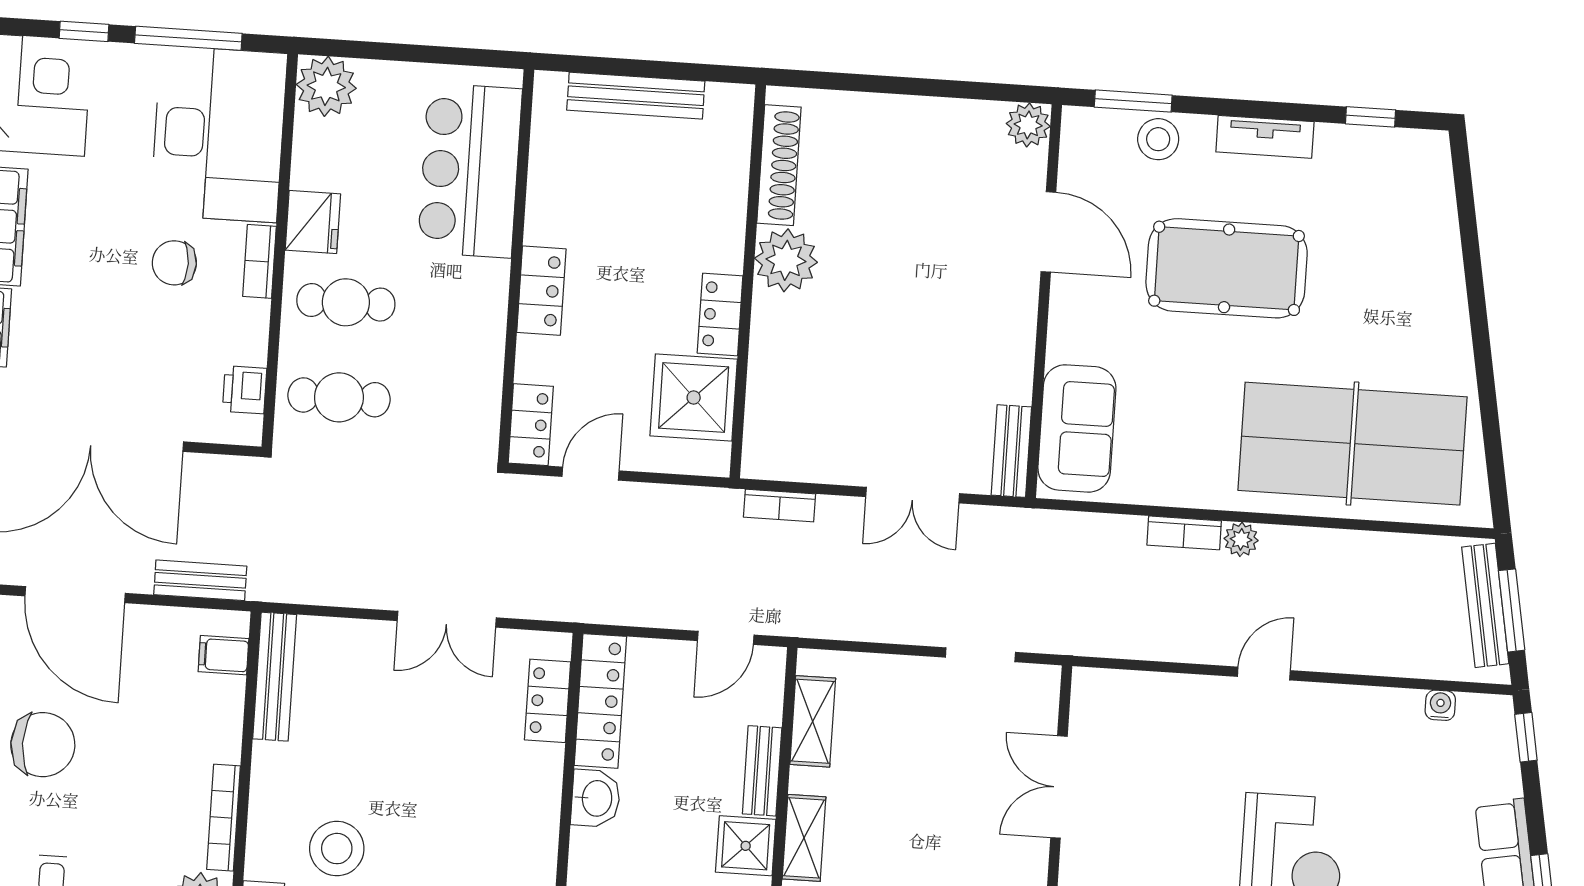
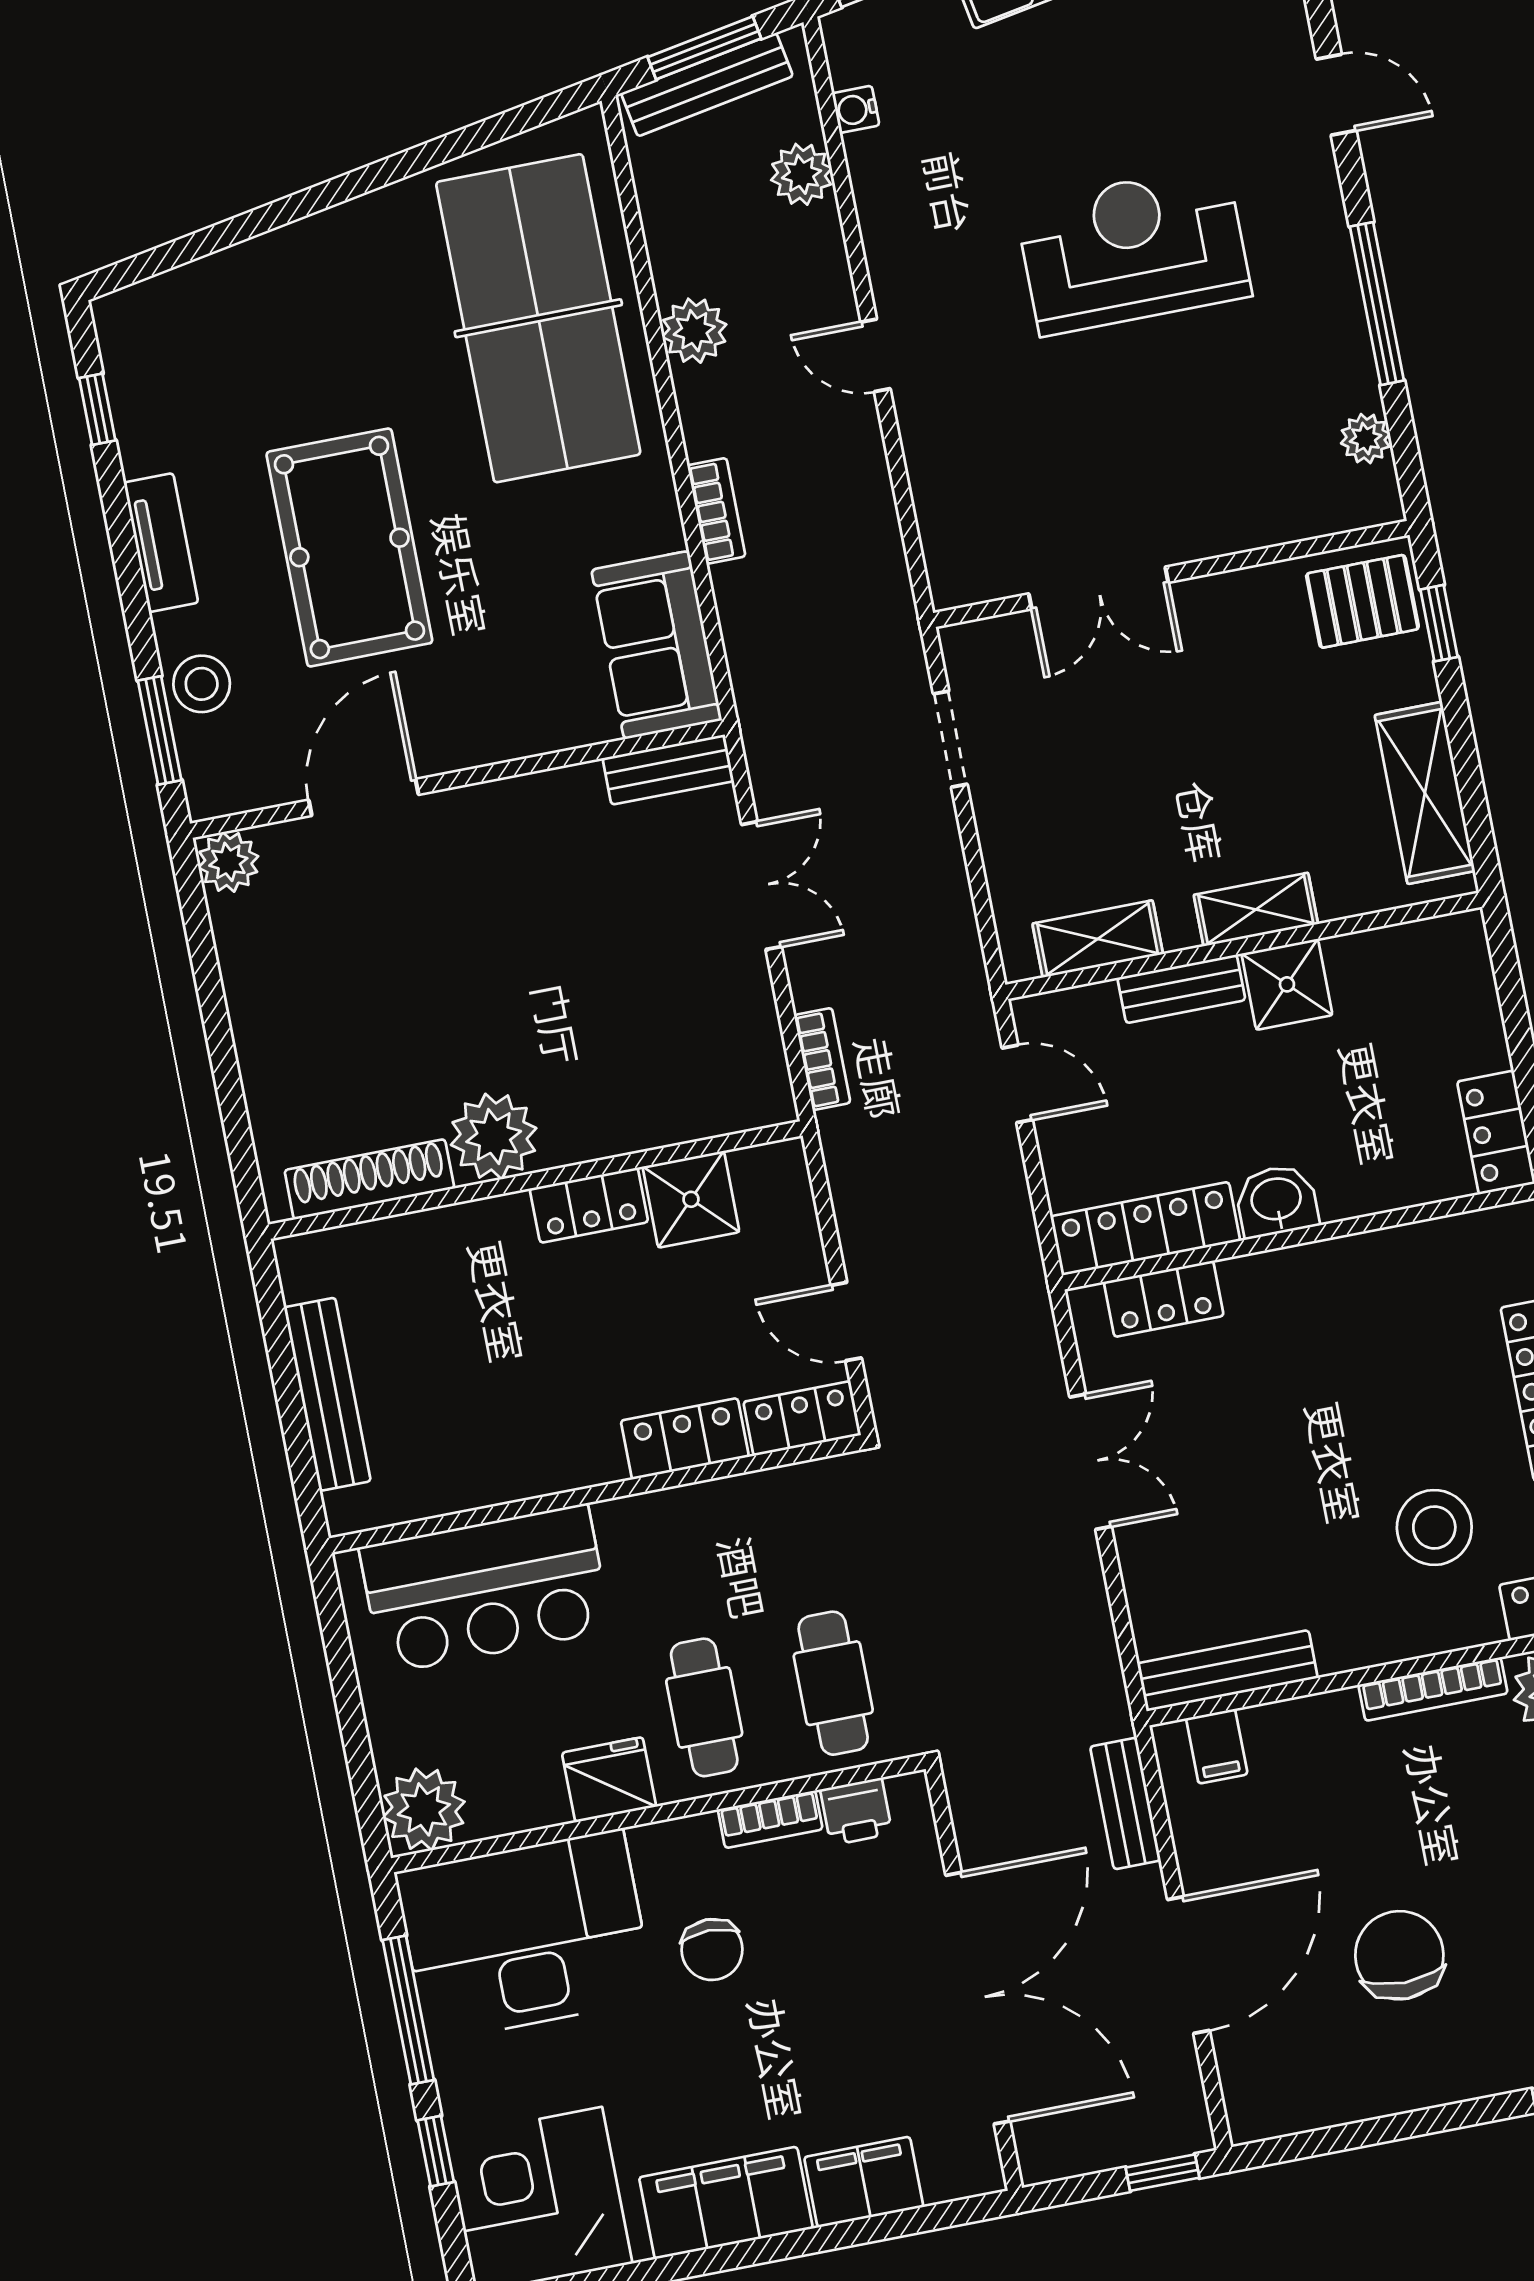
bookcase: (260, 261) -> (770, 1819), moved
locker: (541, 291) -> (685, 1439), moved
shower: (694, 398) -> (691, 1199), width x0.73, depth x0.73
sofa: (1077, 428) -> (657, 645), moved, turned -90
plant: (1241, 539) -> (694, 331), moved, width x1.38, depth x1.38
plant: (1405, 655) -> (801, 174), added

